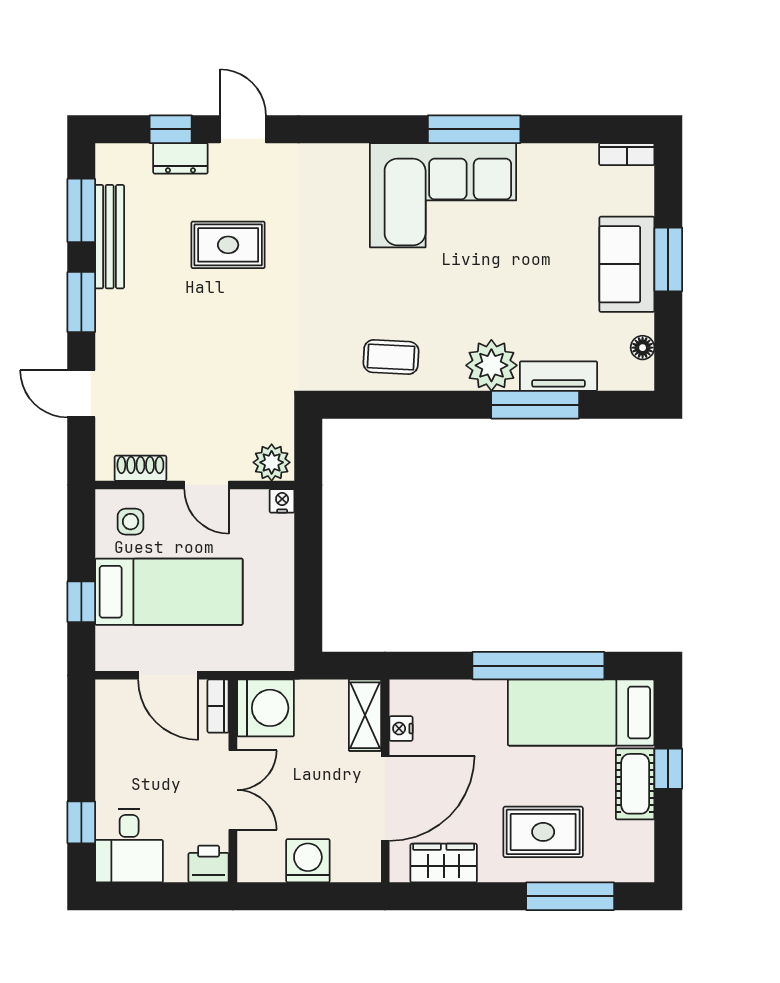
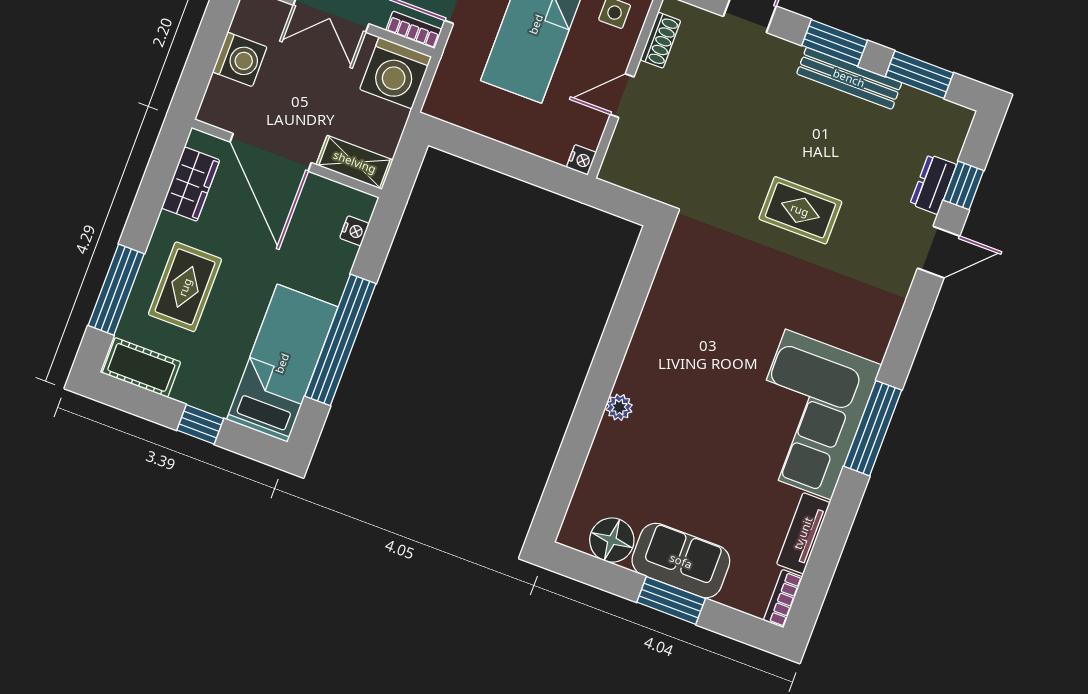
window: (474, 129) -> (873, 428), moved
bench: (110, 237) -> (849, 78), moved
rug: (228, 245) -> (800, 210), moved, turned 90
floor lamp: (643, 348) -> (612, 540), width x1.89, depth x1.89
coffee table: (391, 357) -> (677, 310), removed
plant: (491, 365) -> (619, 407), width x0.53, depth x0.53
tv unit: (558, 376) -> (803, 533), moved, turned 180
window: (535, 405) -> (583, 427), removed
plant: (272, 462) -> (621, 163), removed
nightstand: (401, 729) -> (354, 231), moved, turned 90
cot: (635, 784) -> (141, 367), moved

